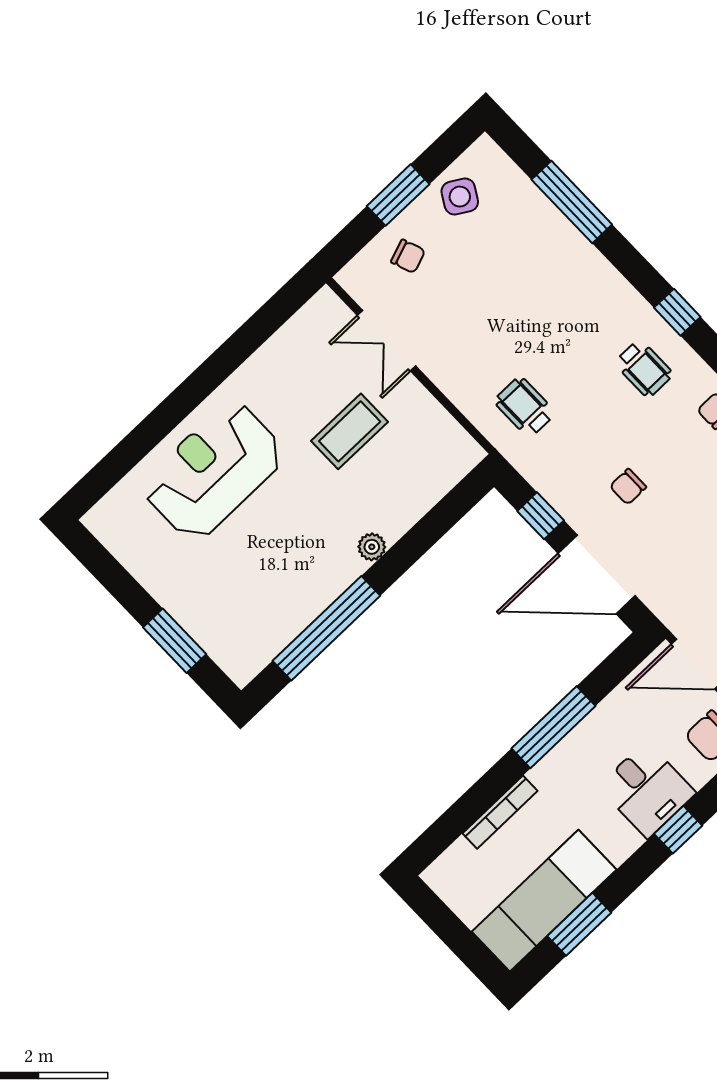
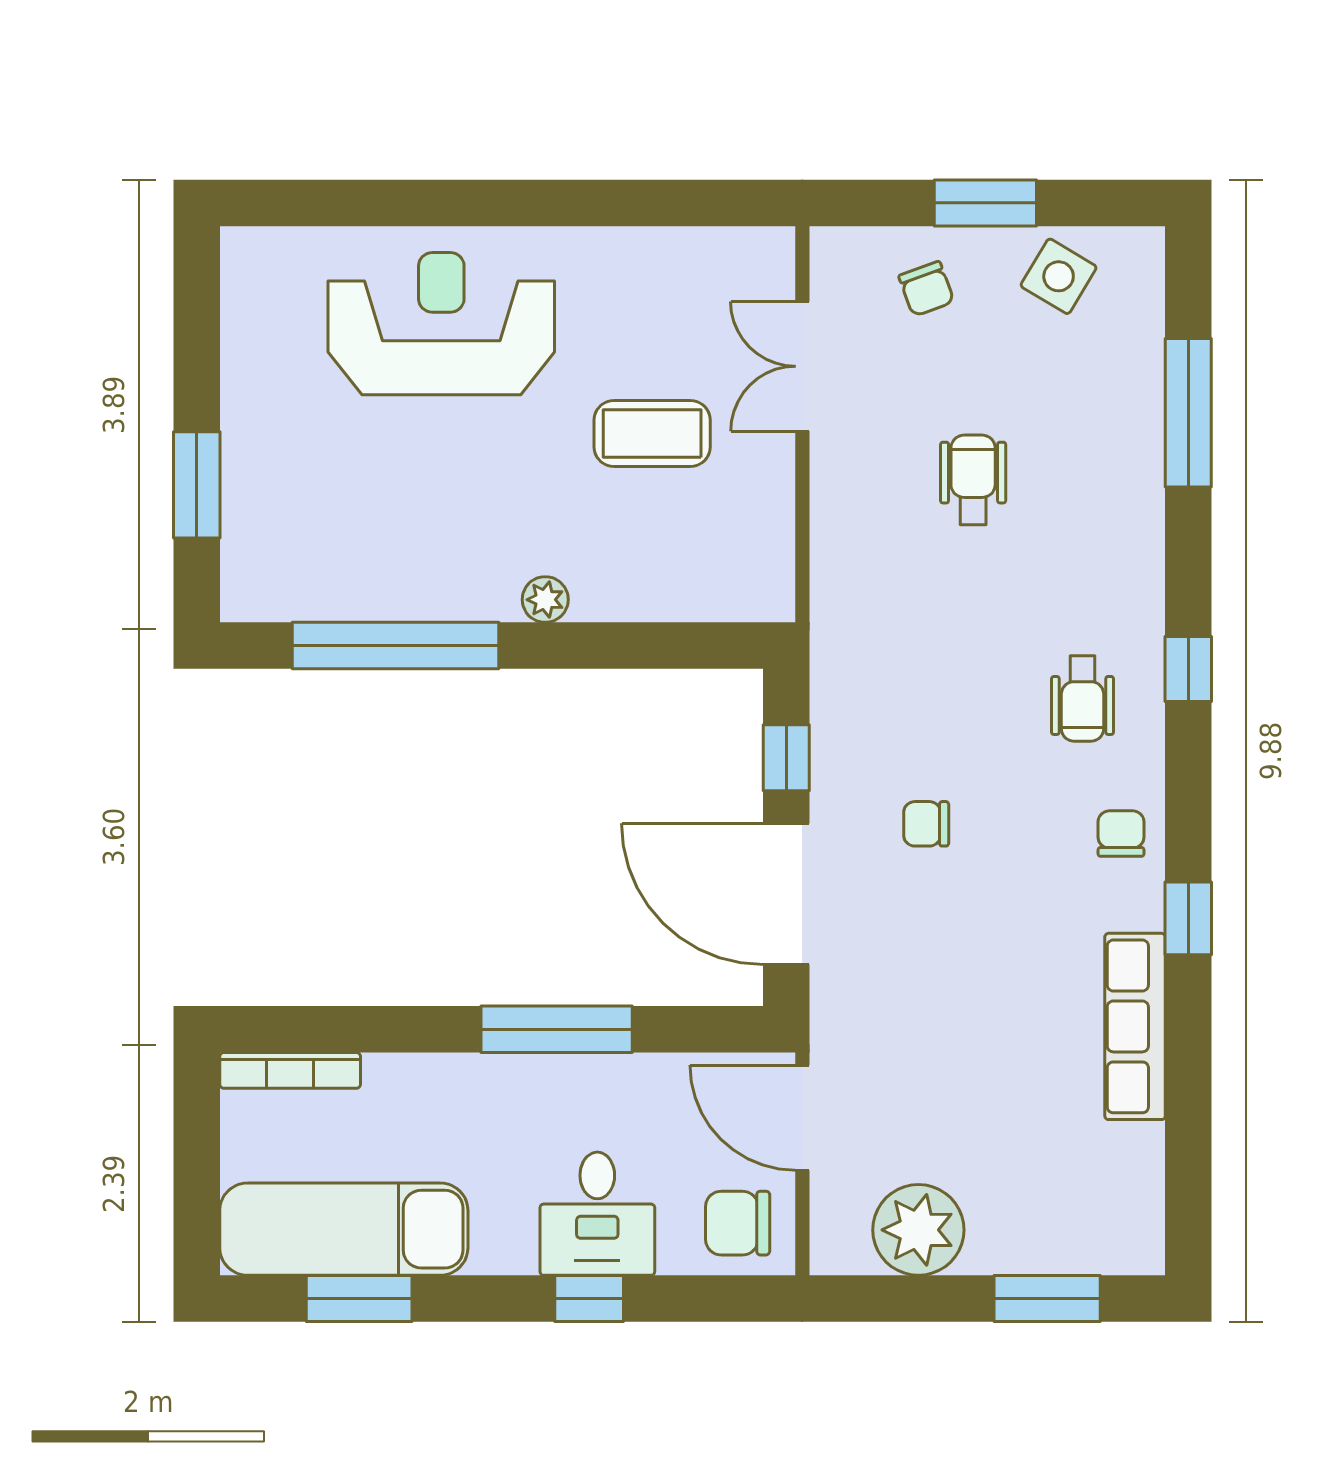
wheelchair: (525, 407) -> (973, 480), moved
bookcase: (500, 812) -> (290, 1070), moved

